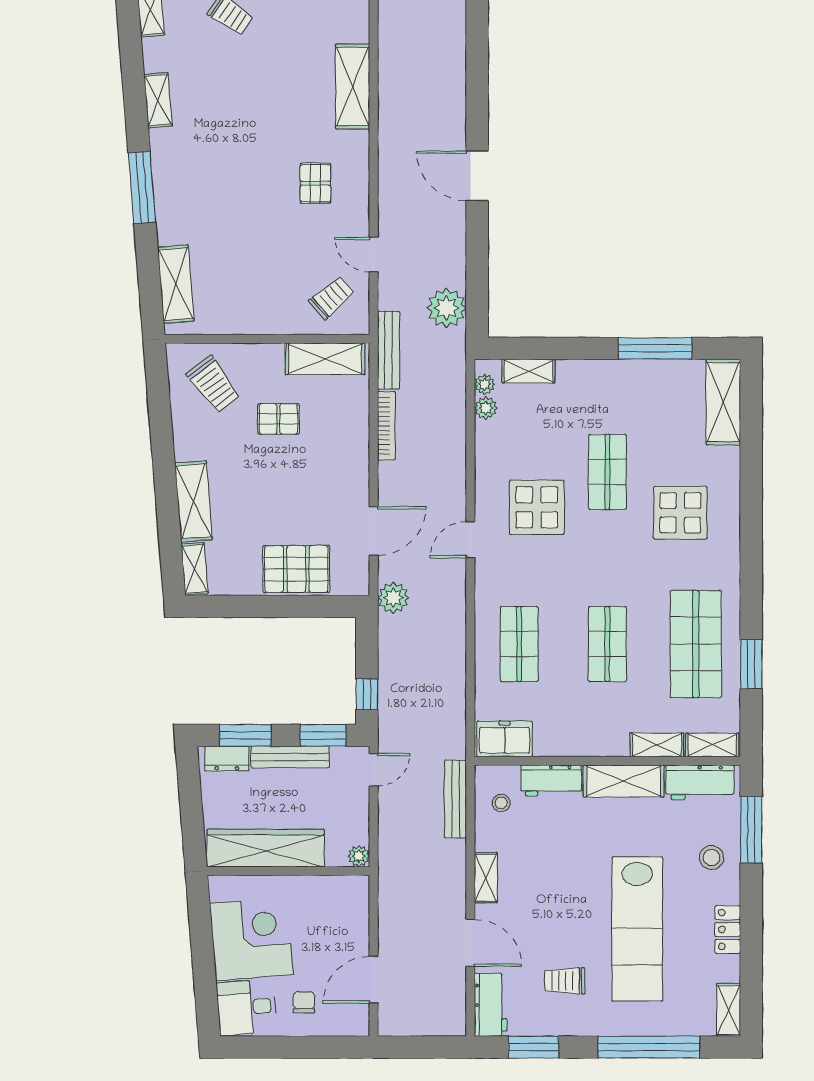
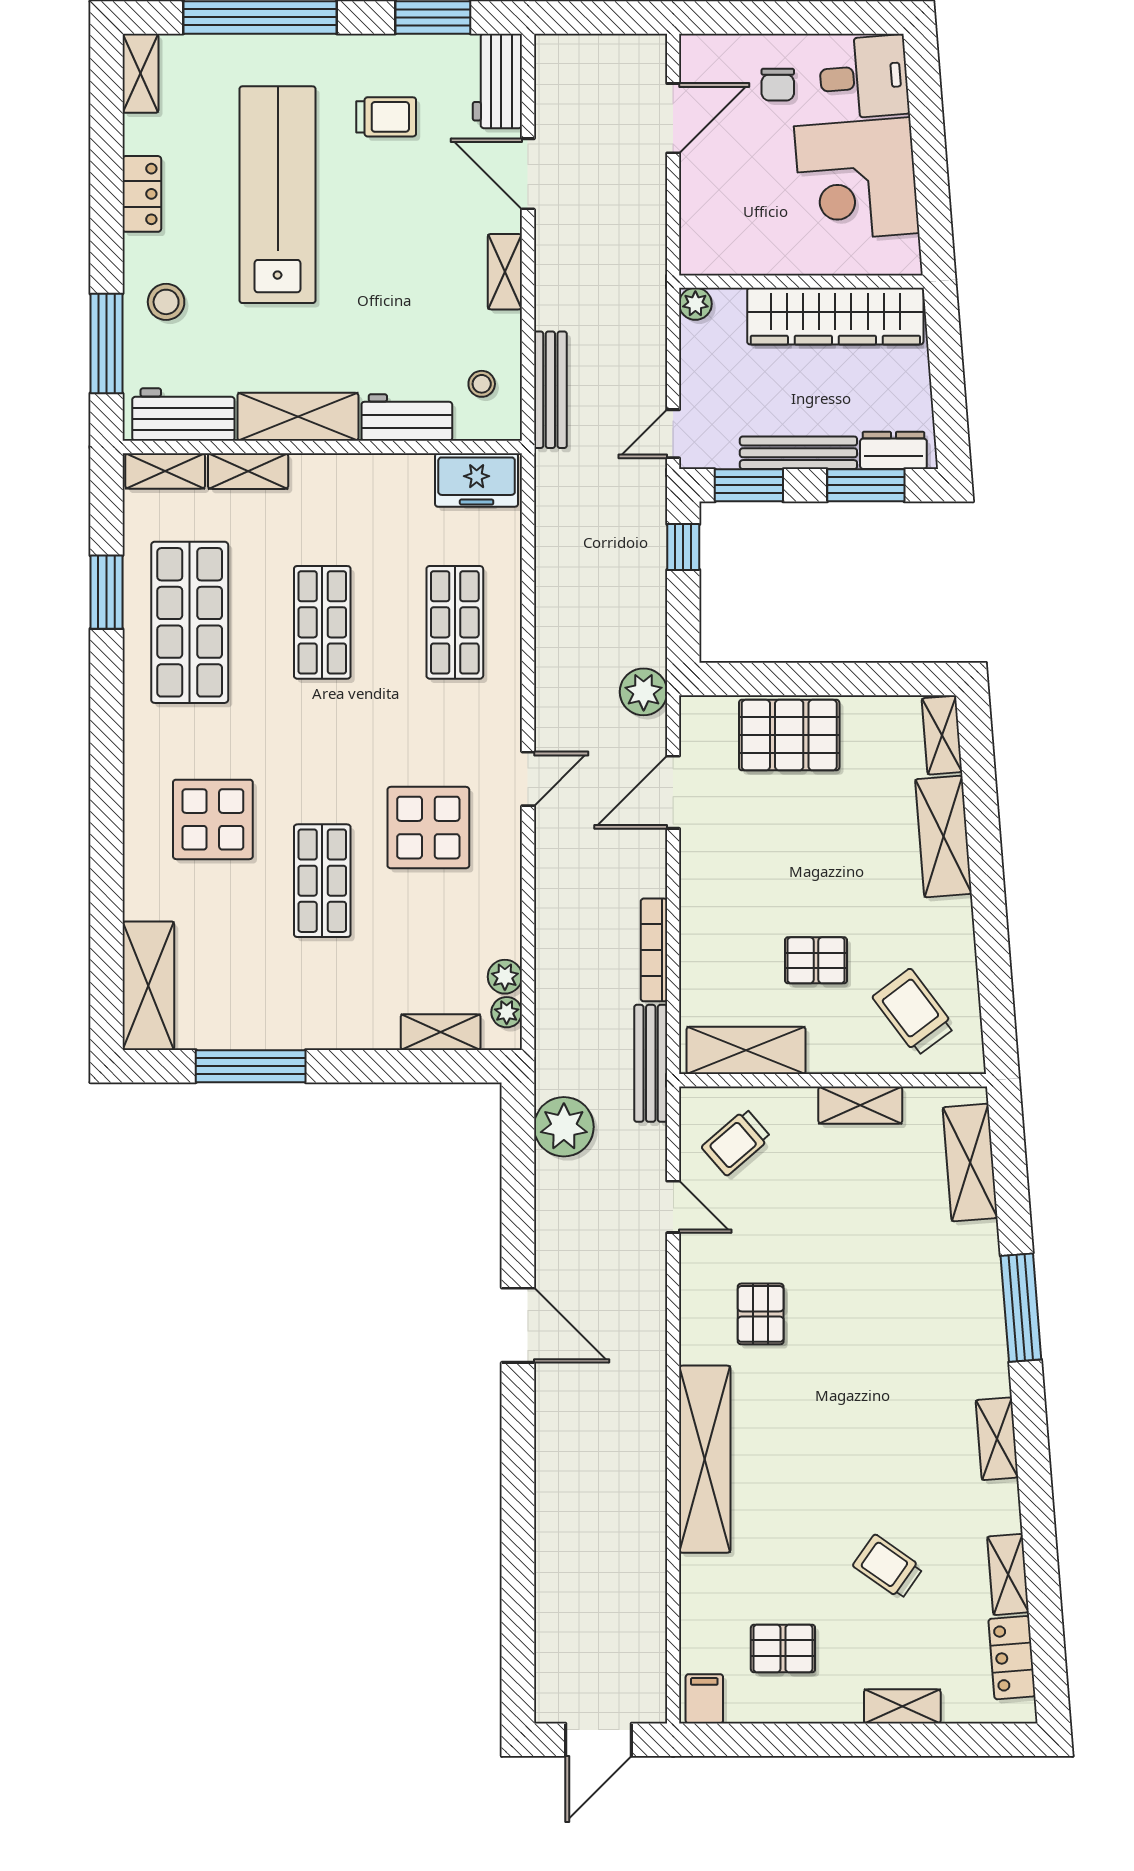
shelving: (353, 86) -> (705, 1459), width x1.47
shelving: (249, 322) -> (860, 1105), added

